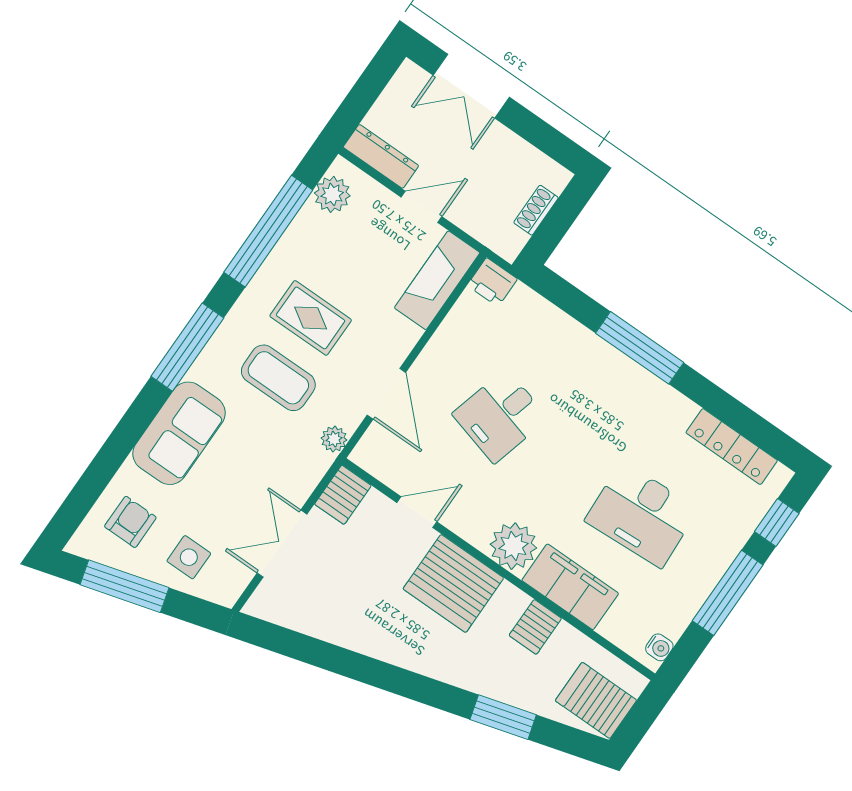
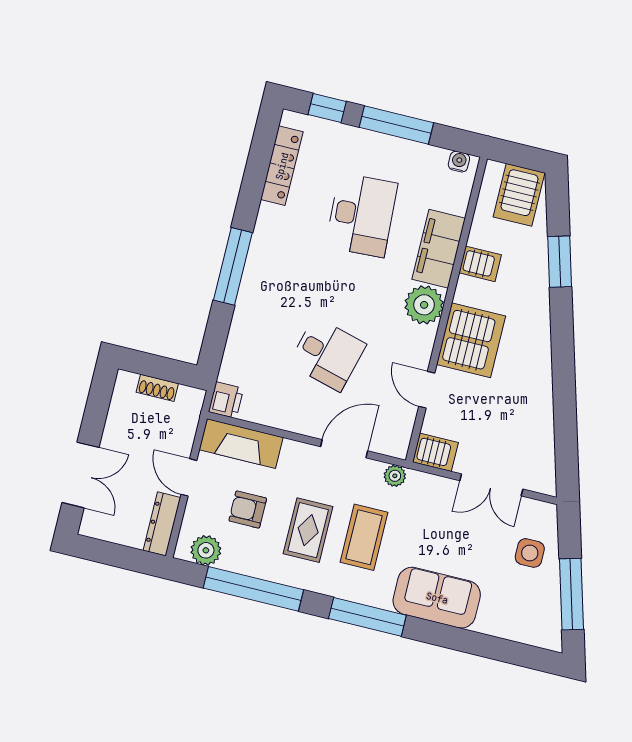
armchair: (130, 522) -> (248, 510), moved

